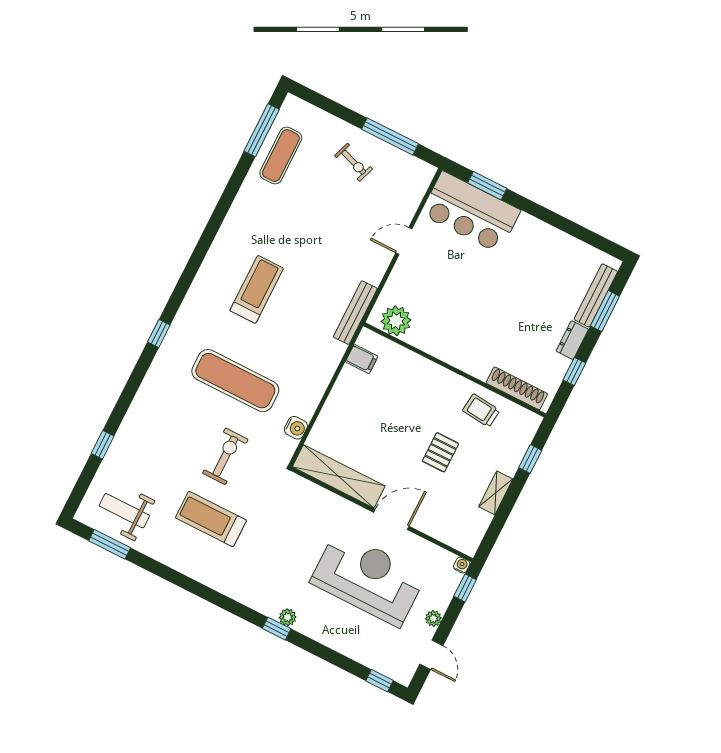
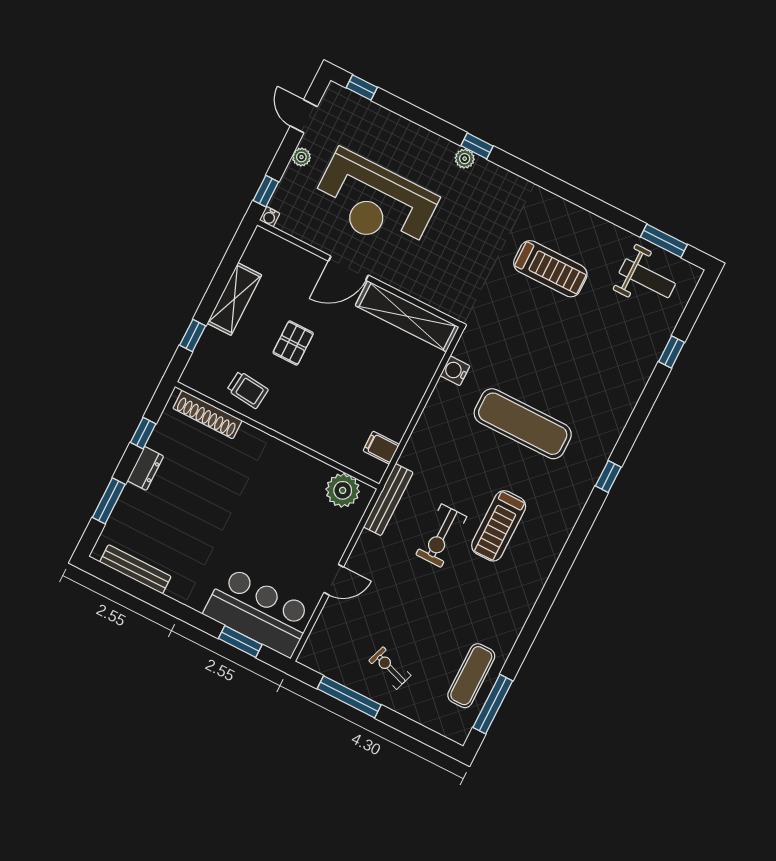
bench: (596, 295) -> (135, 569), moved, turned 90
exercise bike: (225, 456) -> (441, 536), moved
shelving: (496, 493) -> (234, 299), width x1.50, depth x1.33

